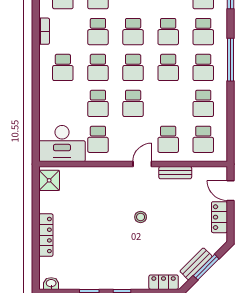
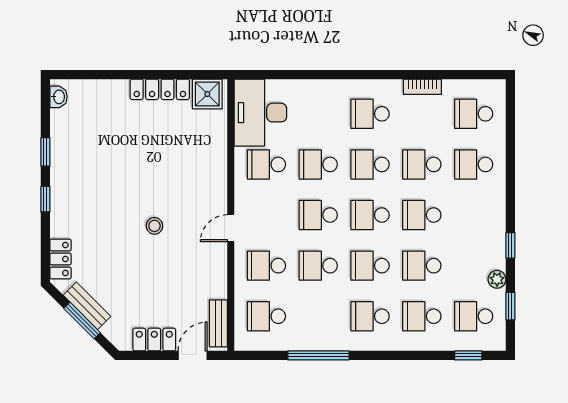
window: (230, 60) -> (318, 355), moved
school desk: (203, 103) -> (318, 266), moved
door: (142, 164) -> (231, 228), swing flipped
bench: (175, 173) -> (218, 323), moved
locker: (46, 235) -> (160, 89), moved

